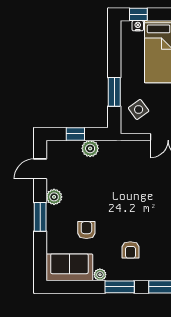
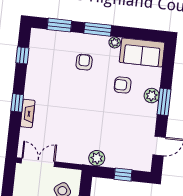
plant: (90, 148) -> (97, 158), moved
plant: (54, 197) -> (152, 96), moved
armchair: (86, 230) -> (123, 85), turned 90

